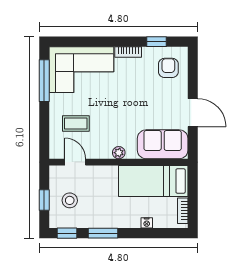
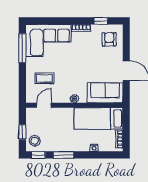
door: (75, 162) -> (44, 105), hinge flipped
stool: (70, 200) -> (35, 141), moved

